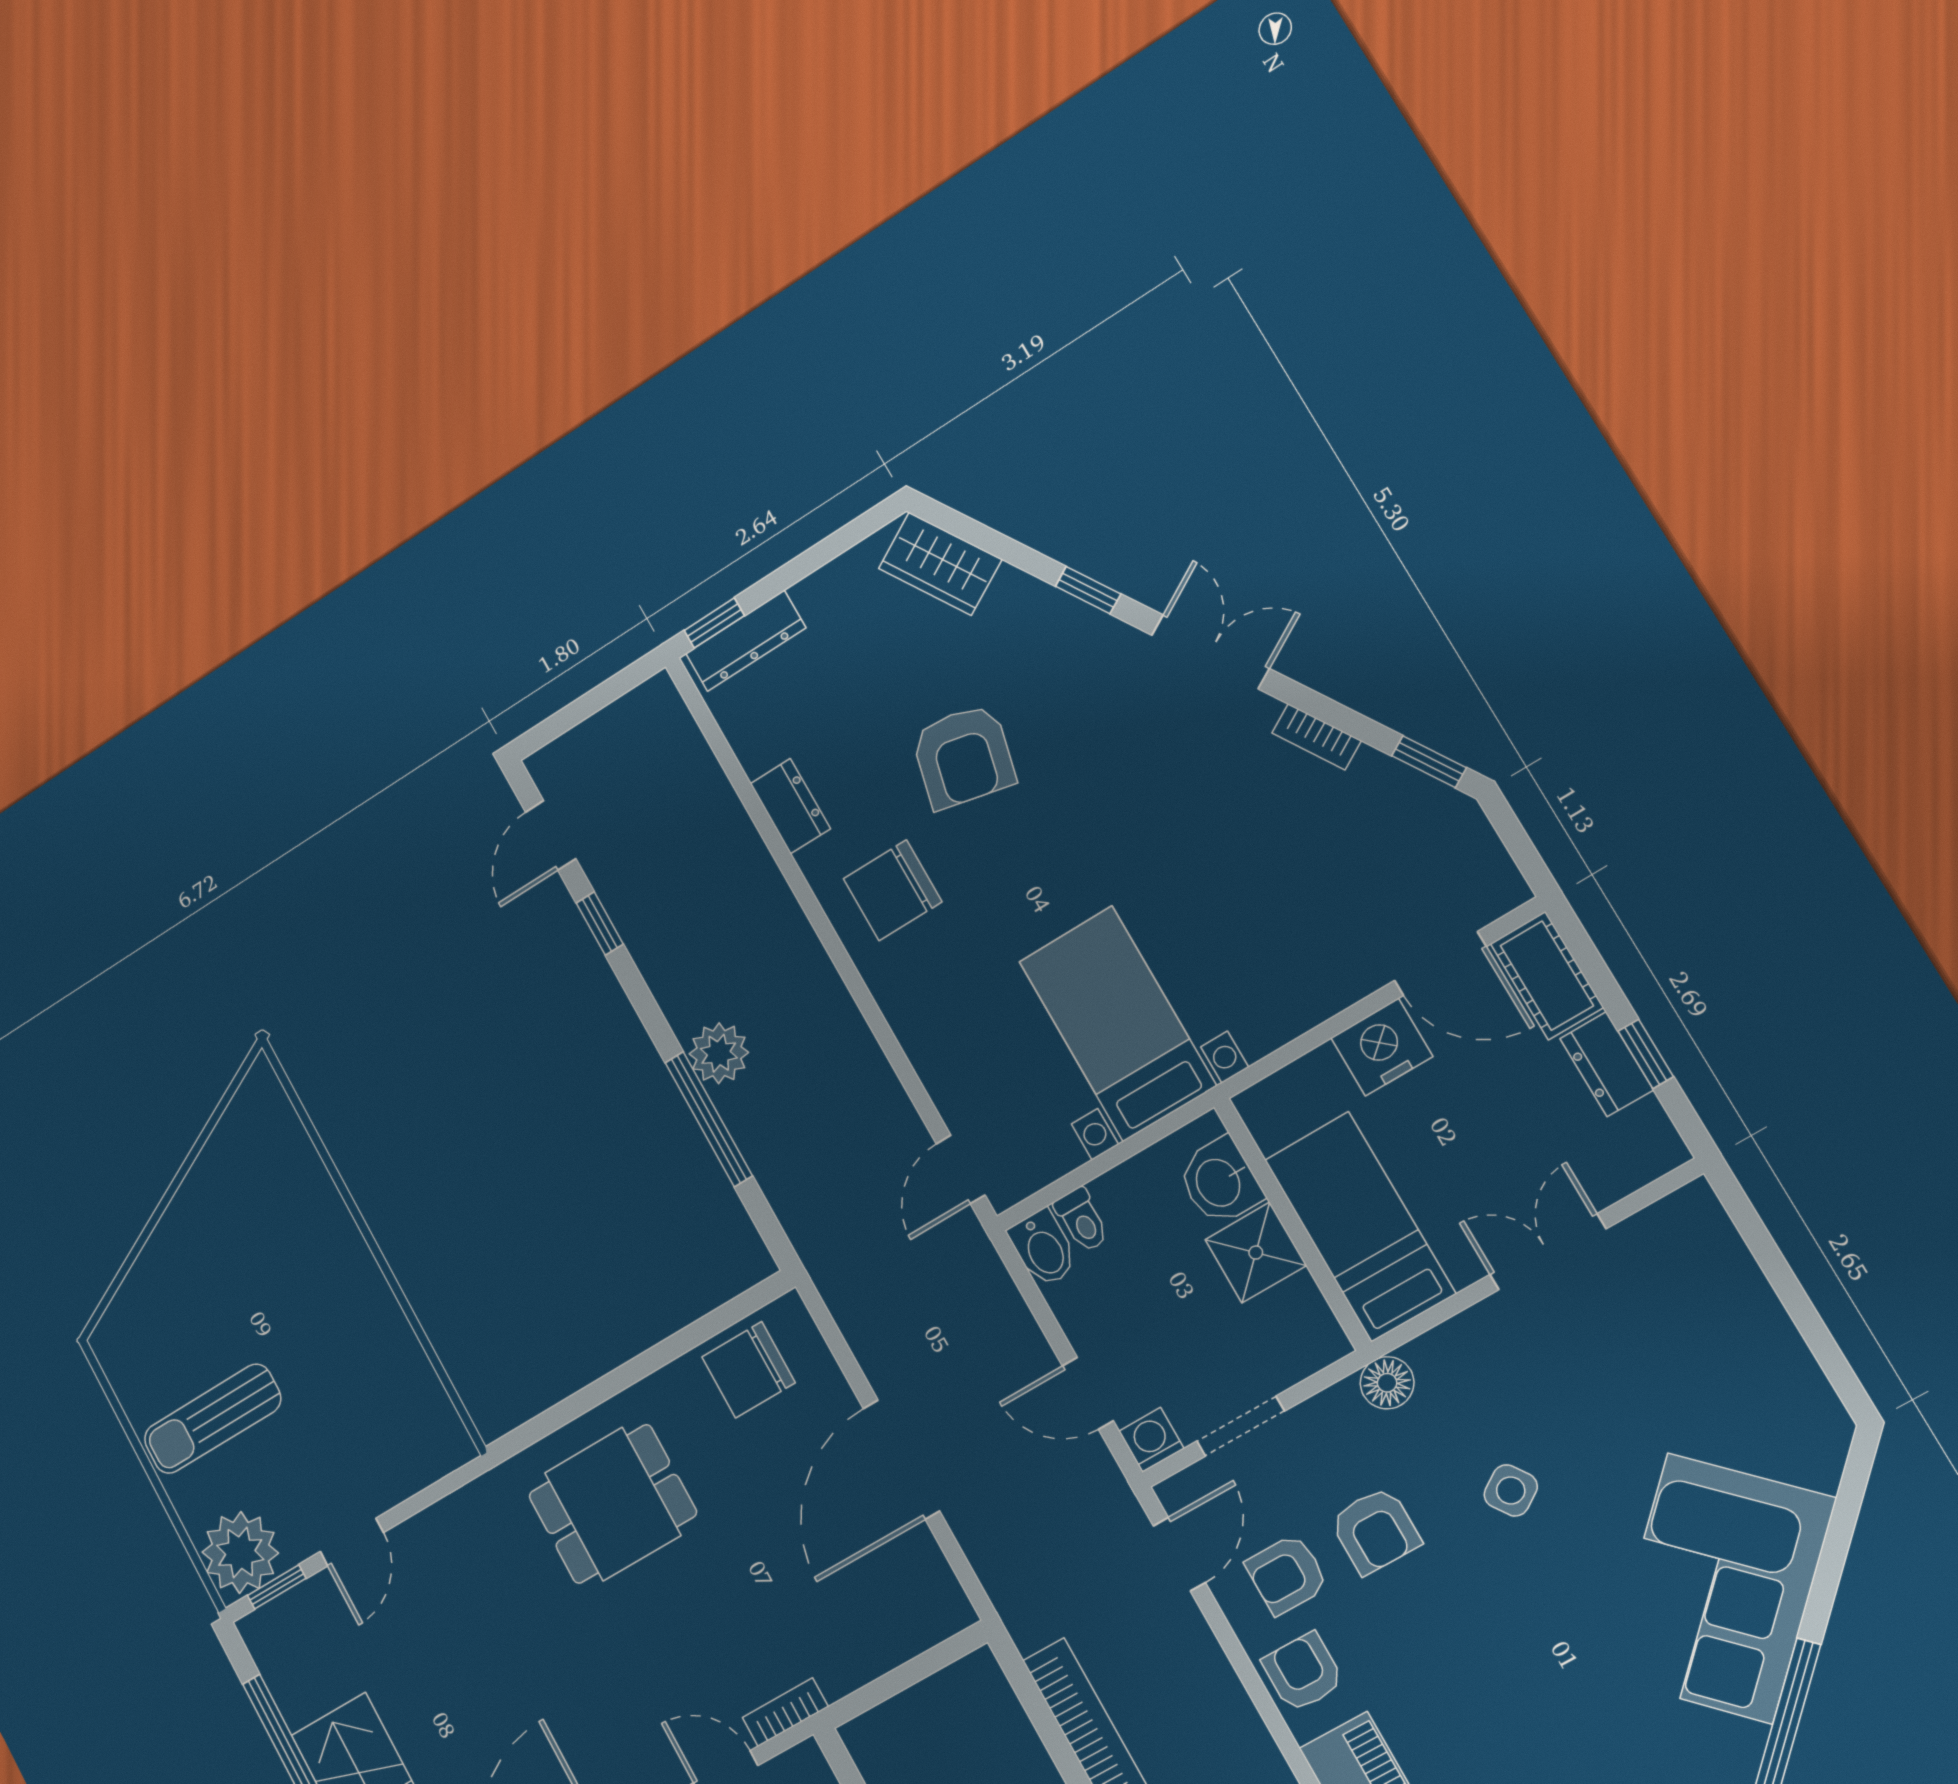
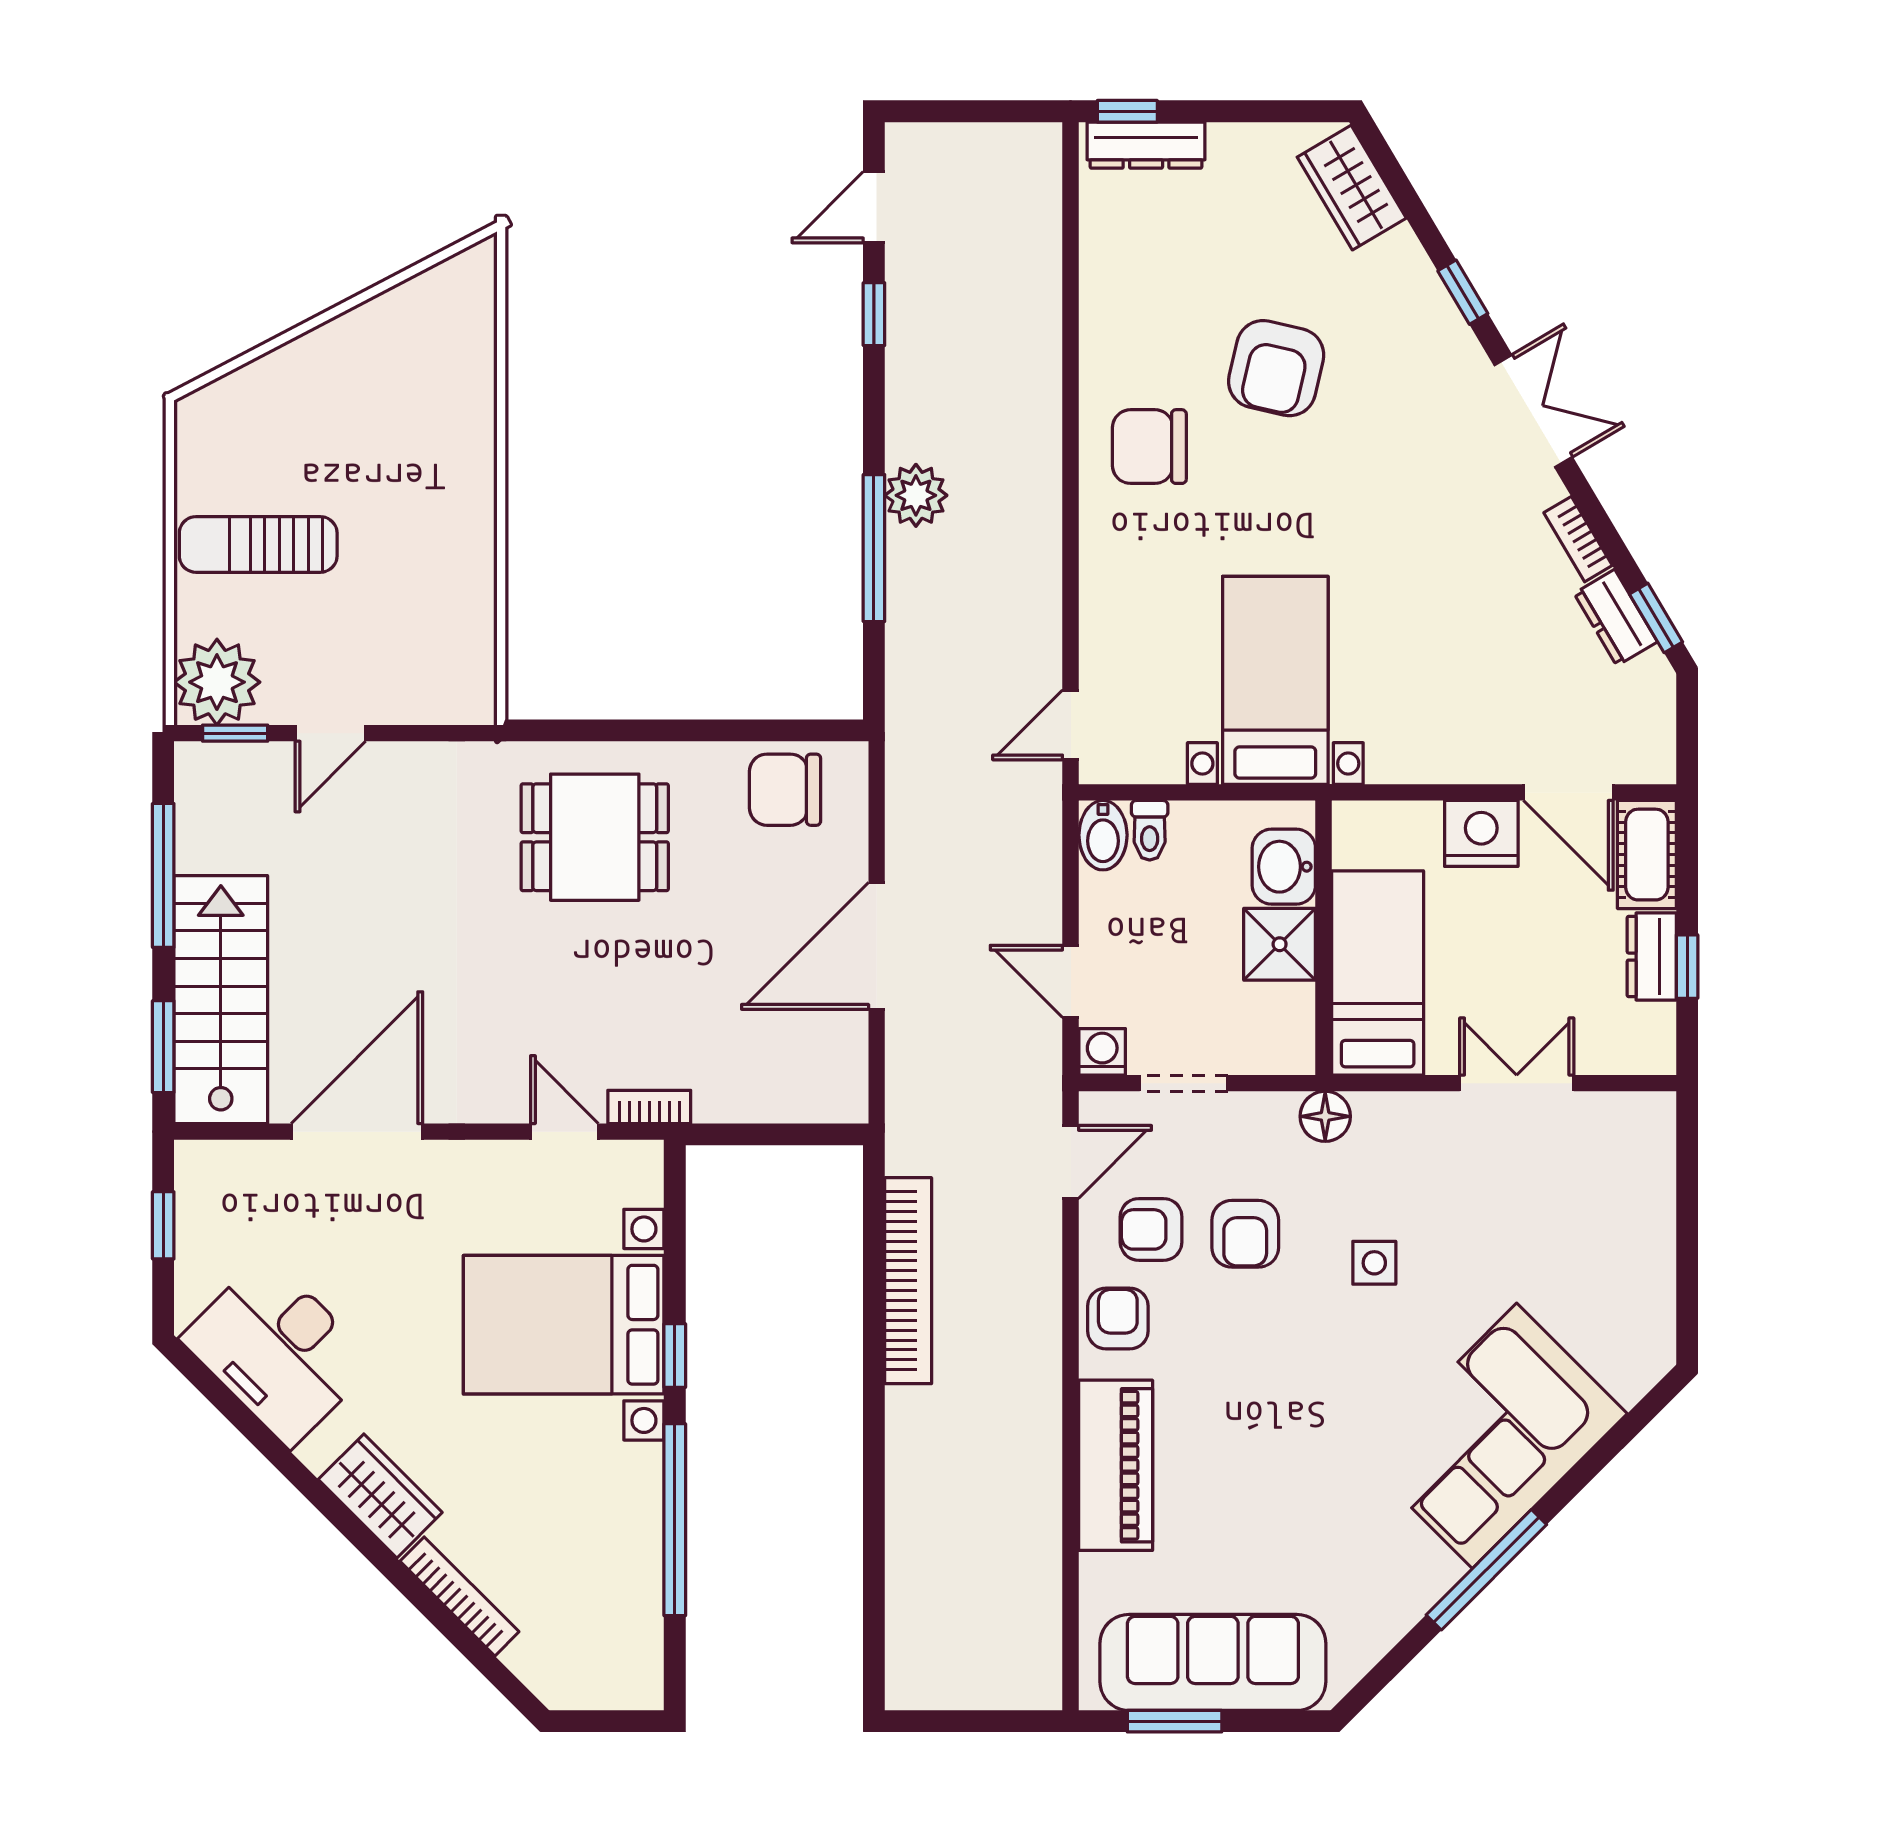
dresser: (790, 806) -> (1616, 618), moved, turned 149
side table: (1511, 1490) -> (1374, 1263), turned 34

